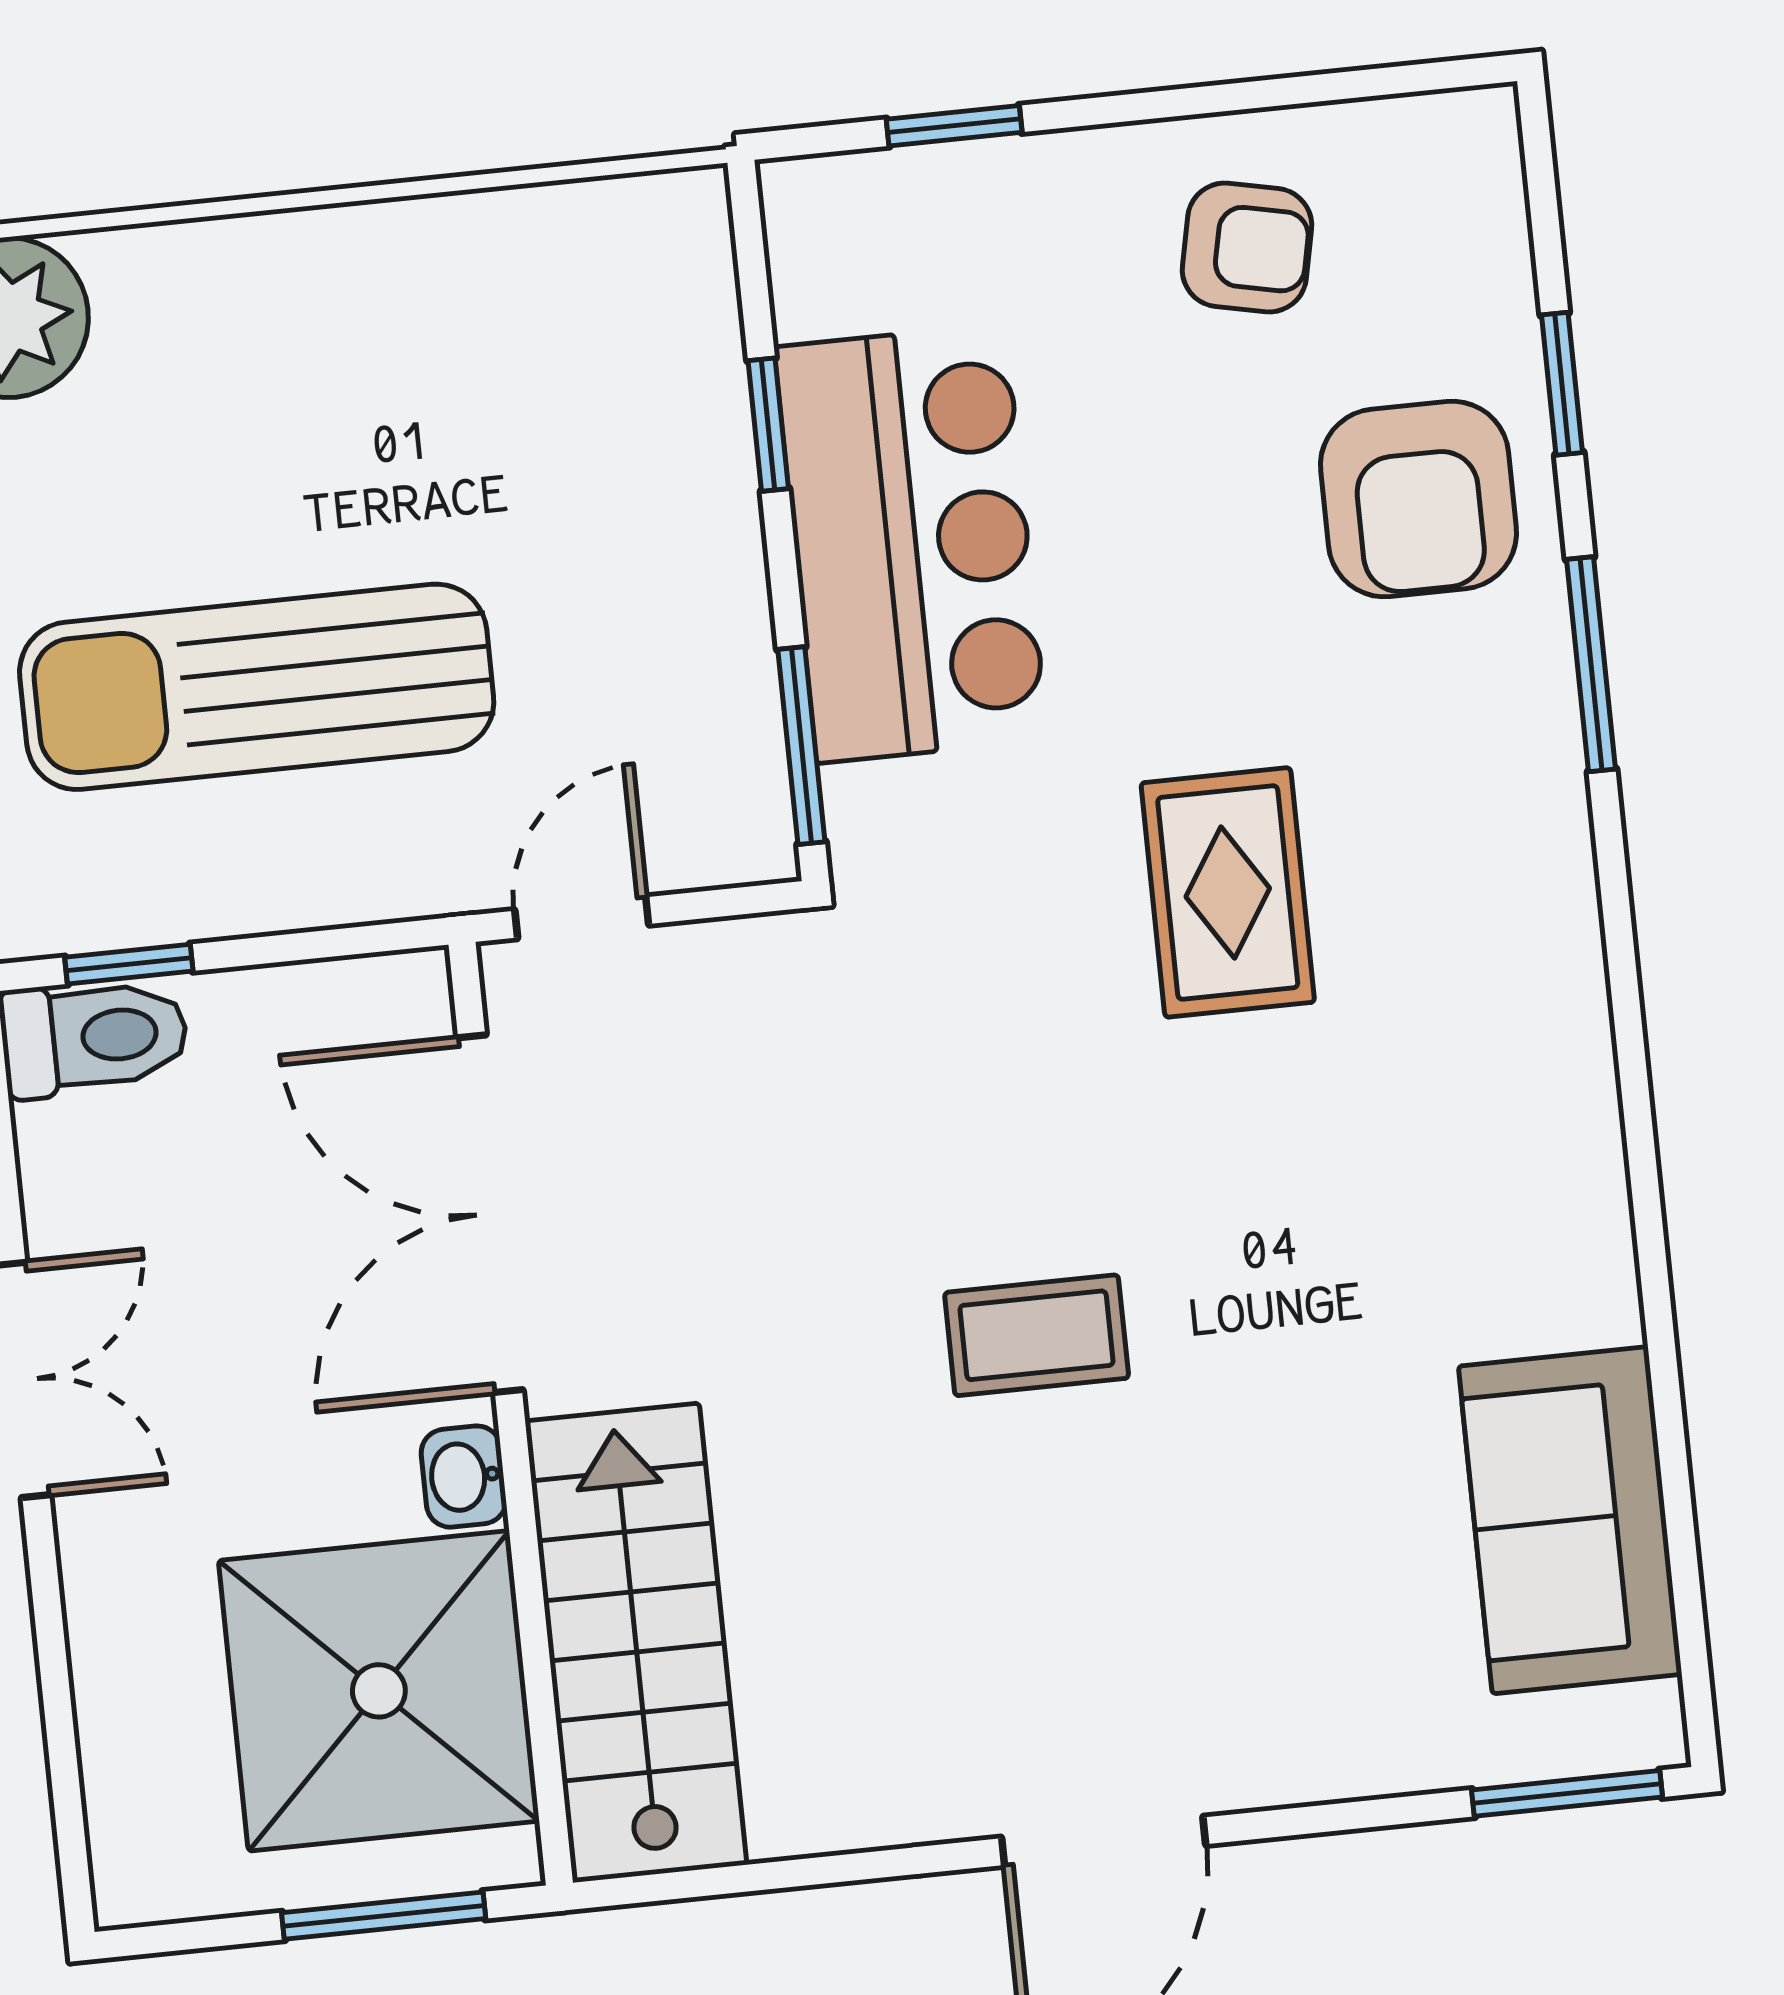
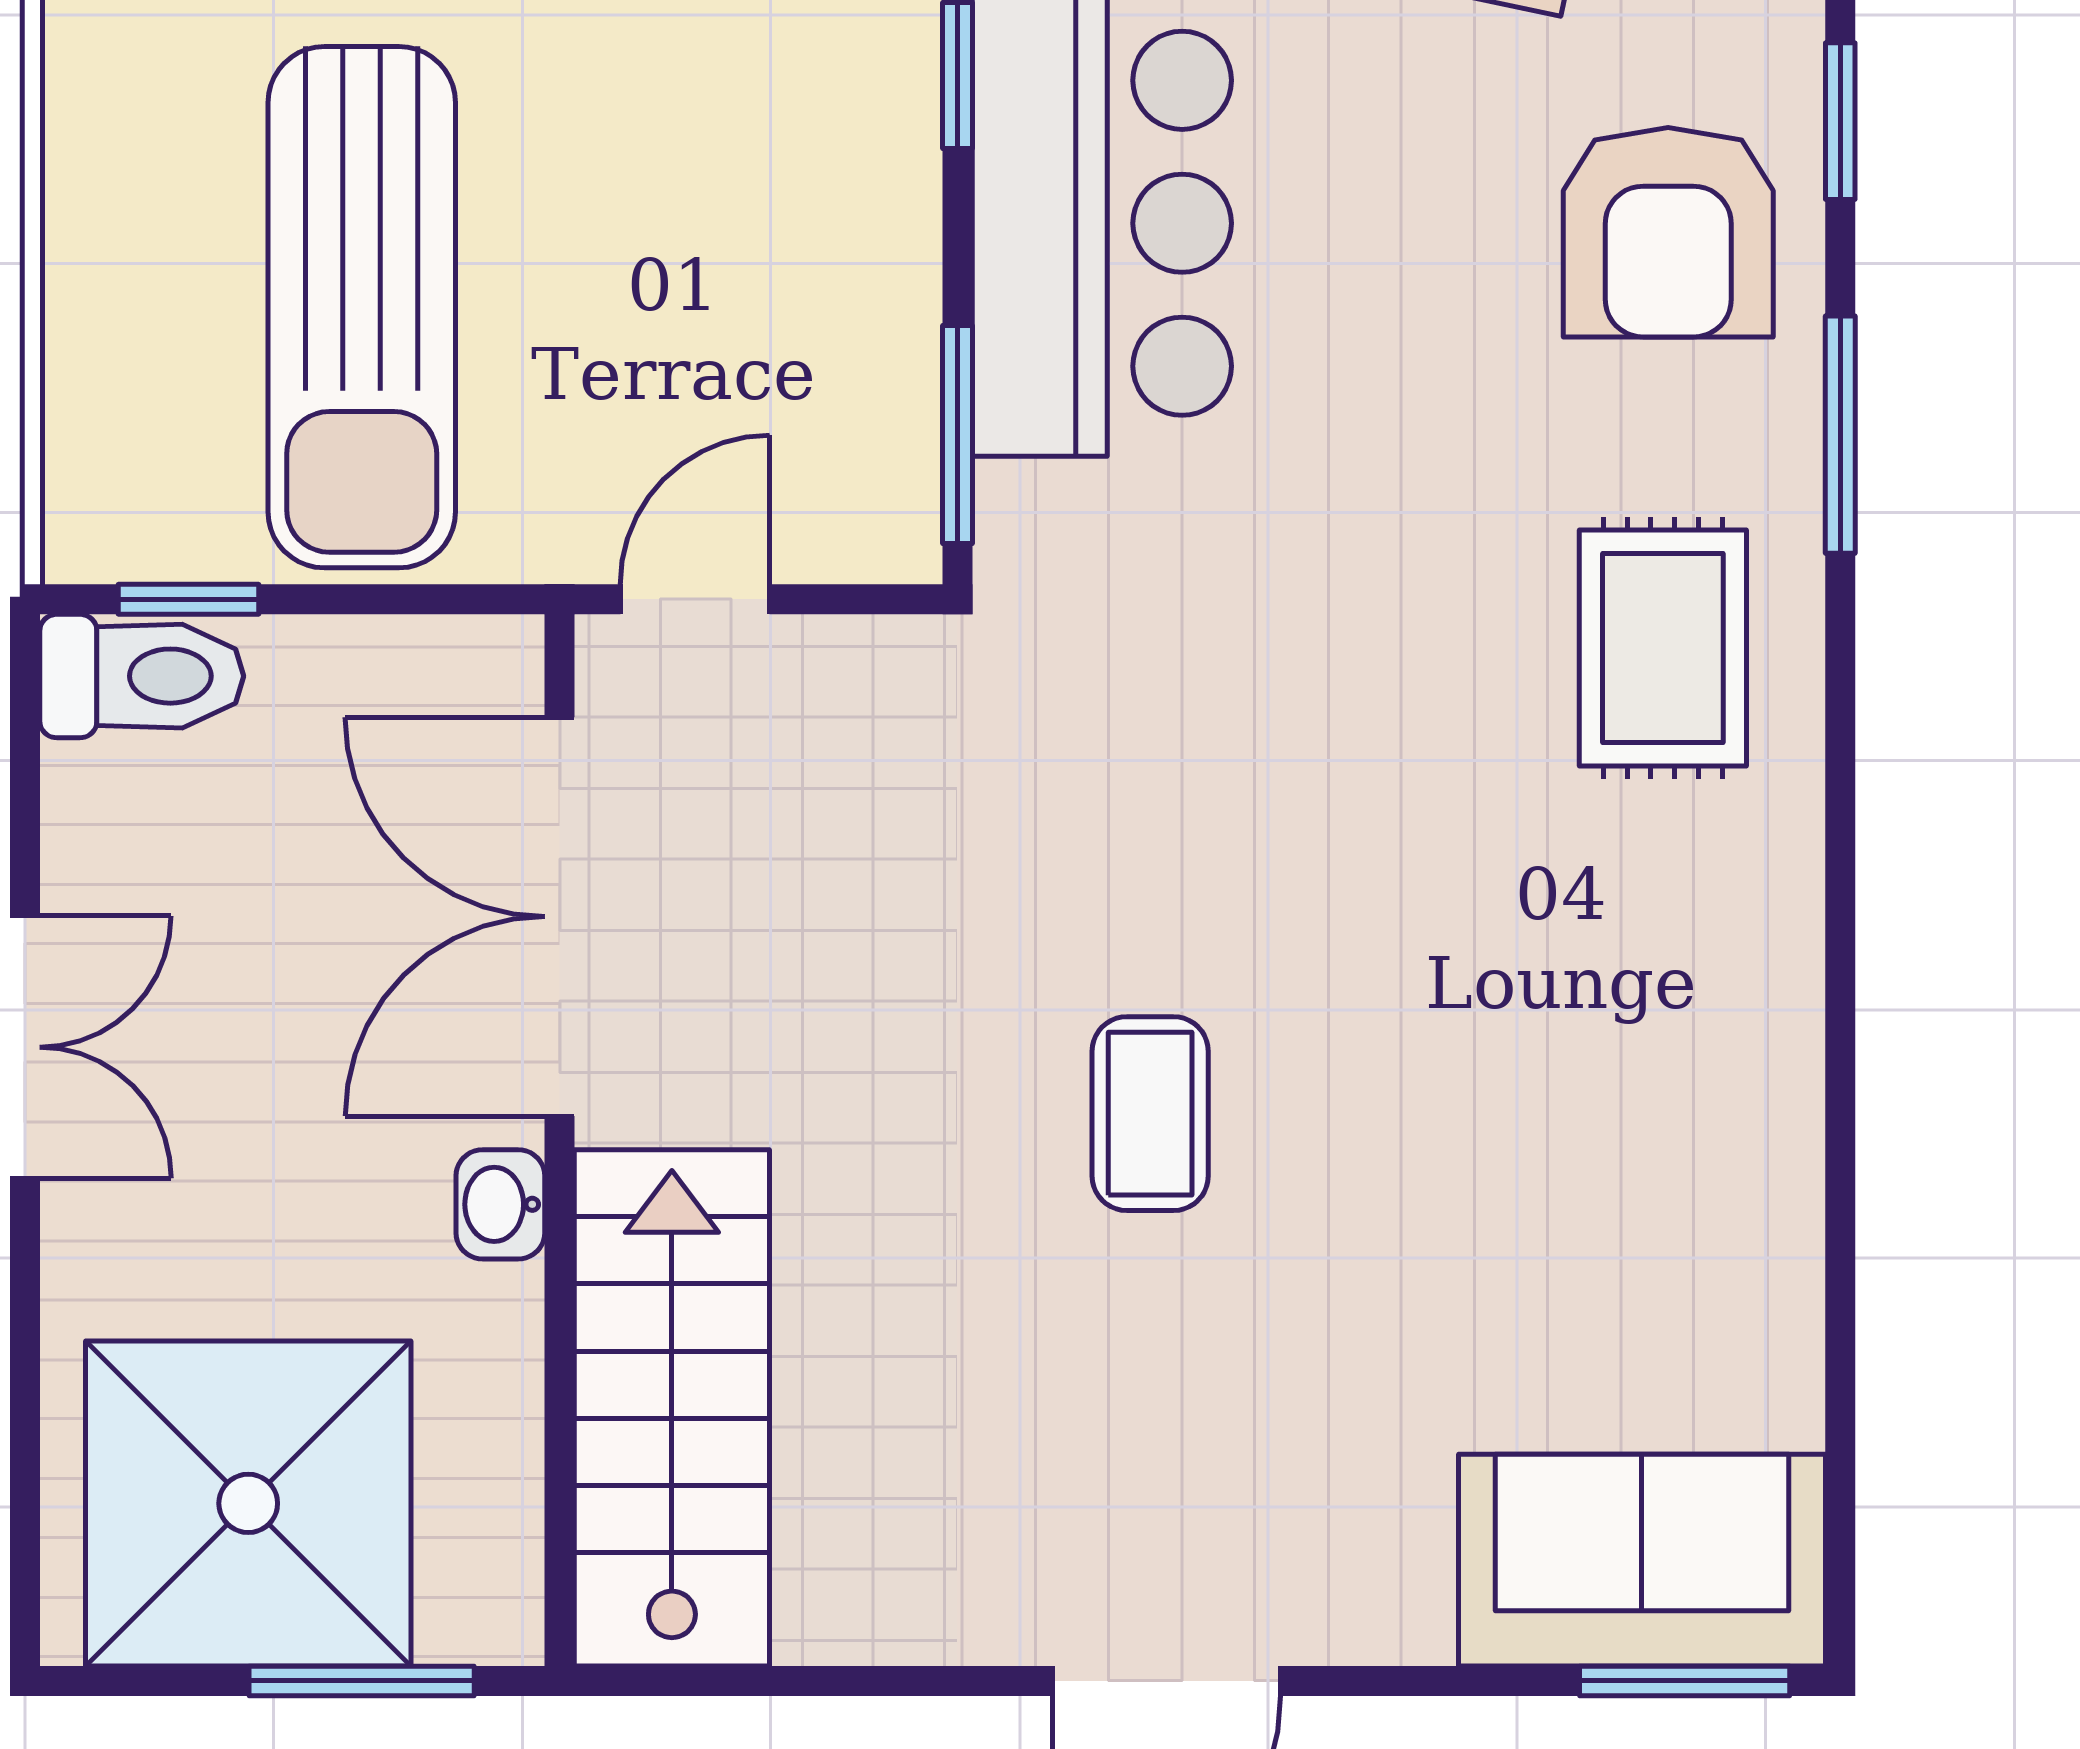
sun lounger: (257, 687) -> (362, 307), turned -90
rug: (1228, 892) -> (1663, 648), moved
coffee table: (1037, 1335) -> (1150, 1114), turned 90
sofa: (1570, 1520) -> (1642, 1560), moved, turned 90
shower: (379, 1691) -> (248, 1503), moved

